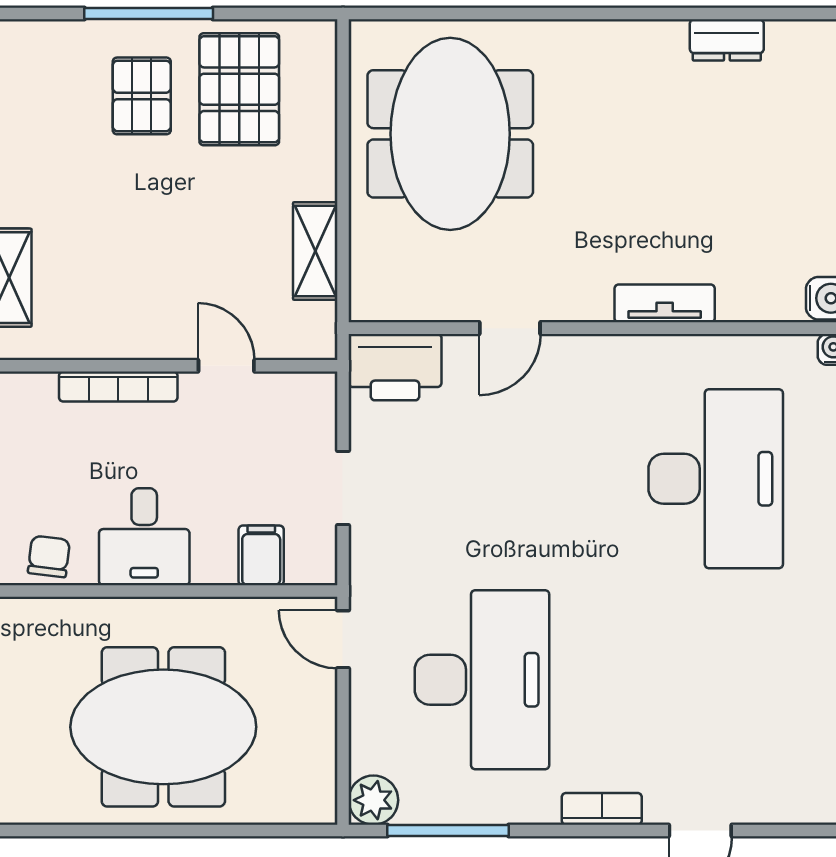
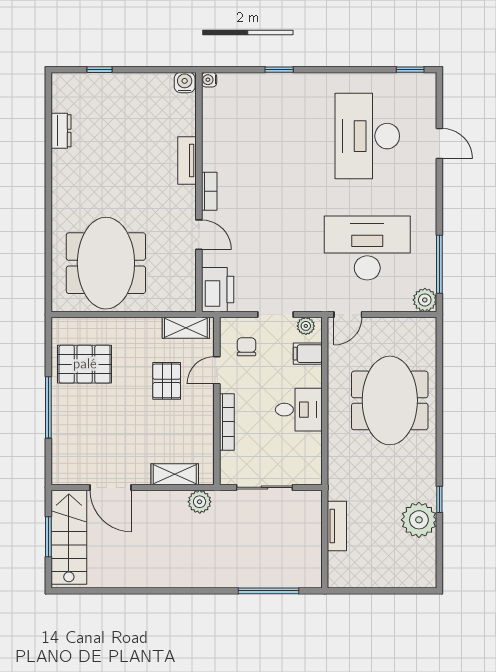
pallet: (142, 96) -> (167, 381), moved, turned 90
meeting table: (450, 134) -> (106, 263), turned 90
shelving: (315, 251) -> (186, 328), moved
desk: (716, 479) -> (367, 136), moved, turned -90
plant: (319, 551) -> (306, 326), added
chair: (49, 556) -> (246, 347), moved, turned 83
bookcase: (602, 809) -> (209, 191), moved, turned 180

